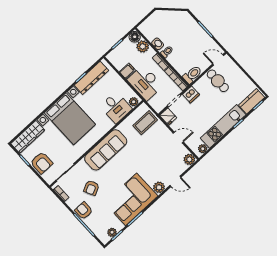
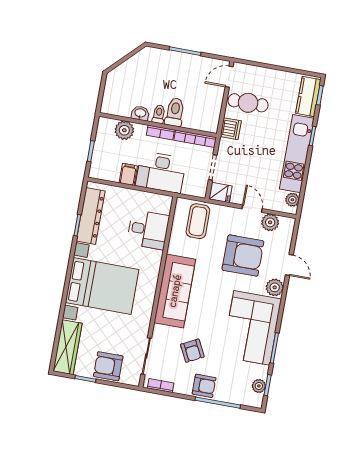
floor lamp: (135, 37) -> (106, 126), removed
toilet: (192, 75) -> (175, 112), moved
dishwasher: (191, 94) -> (231, 129), moved
plant: (134, 102) -> (164, 206), removed
door: (178, 137) -> (252, 209), hinge flipped
armchair: (155, 158) -> (243, 255), added
plant: (189, 159) -> (270, 222), moved
armchair: (41, 163) -> (108, 366), turned 180
door: (175, 181) -> (289, 265), hinge flipped
armchair: (84, 211) -> (204, 386), turned 180

